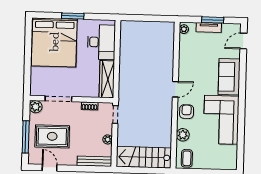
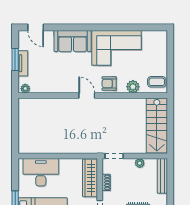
wardrobe: (107, 79) -> (90, 178), moved, turned 90

